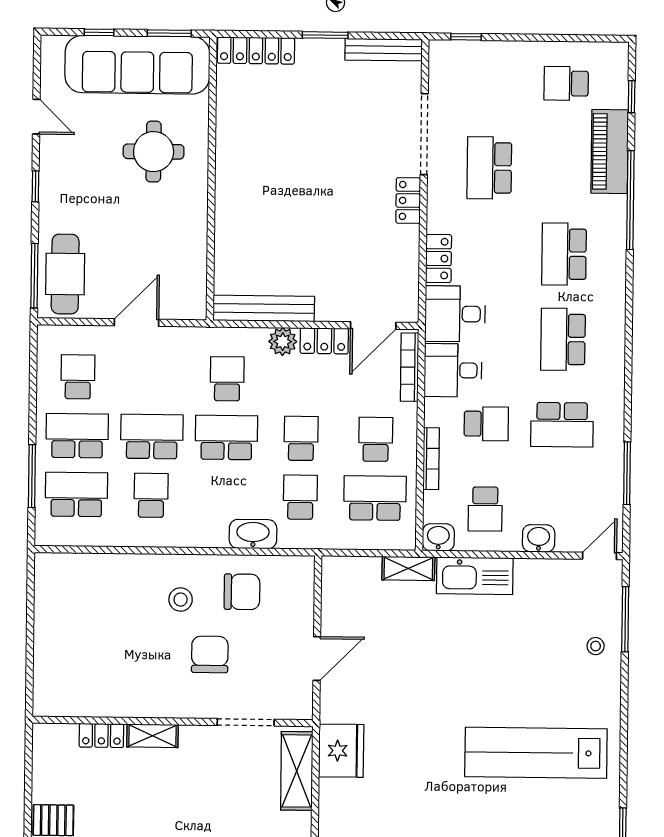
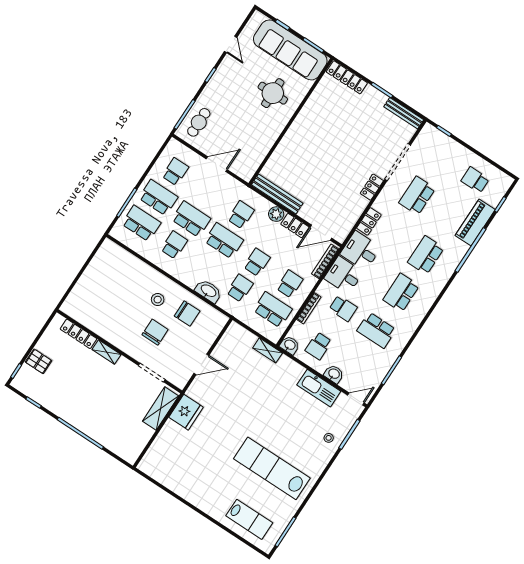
cafe table: (65, 274) -> (199, 122), width x0.73, depth x0.74
kitchen sink: (475, 576) -> (319, 388), moved
locker: (101, 735) -> (79, 334), width x1.53

